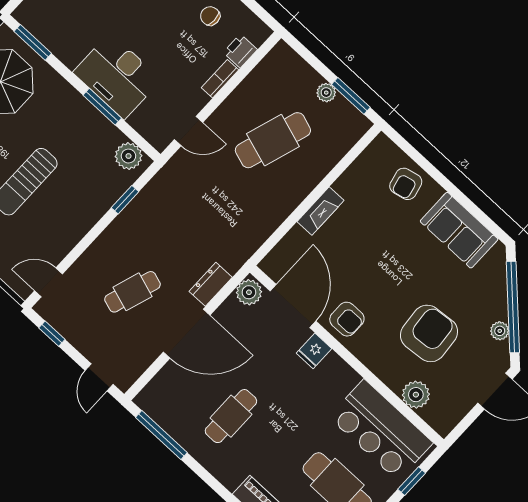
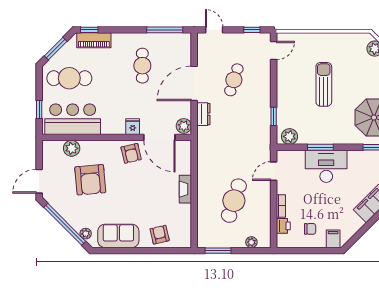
plant: (326, 93) -> (251, 242), moved
armchair: (347, 319) -> (131, 153), turned -103
plant: (500, 331) -> (86, 234), moved

